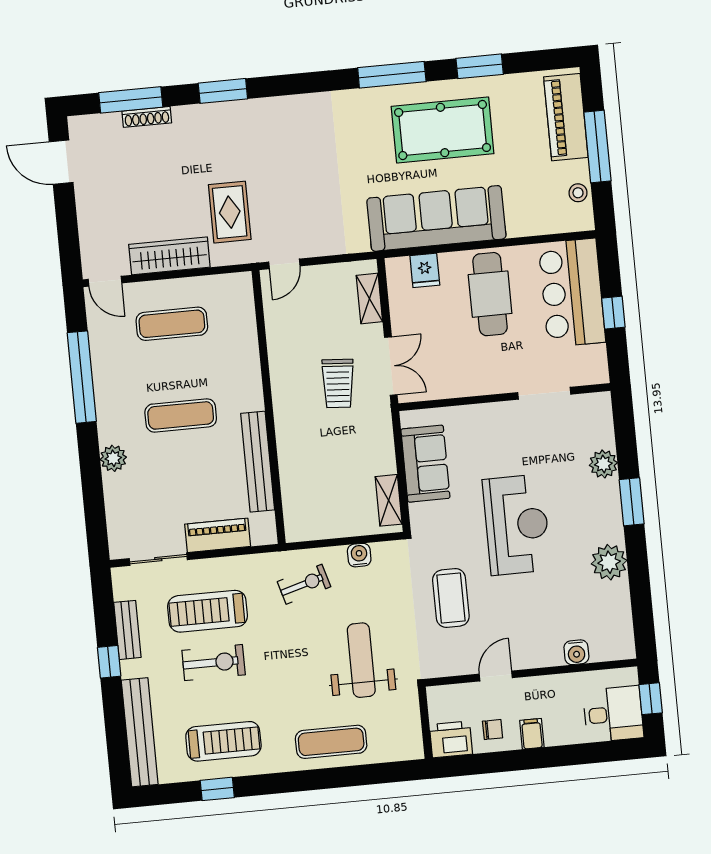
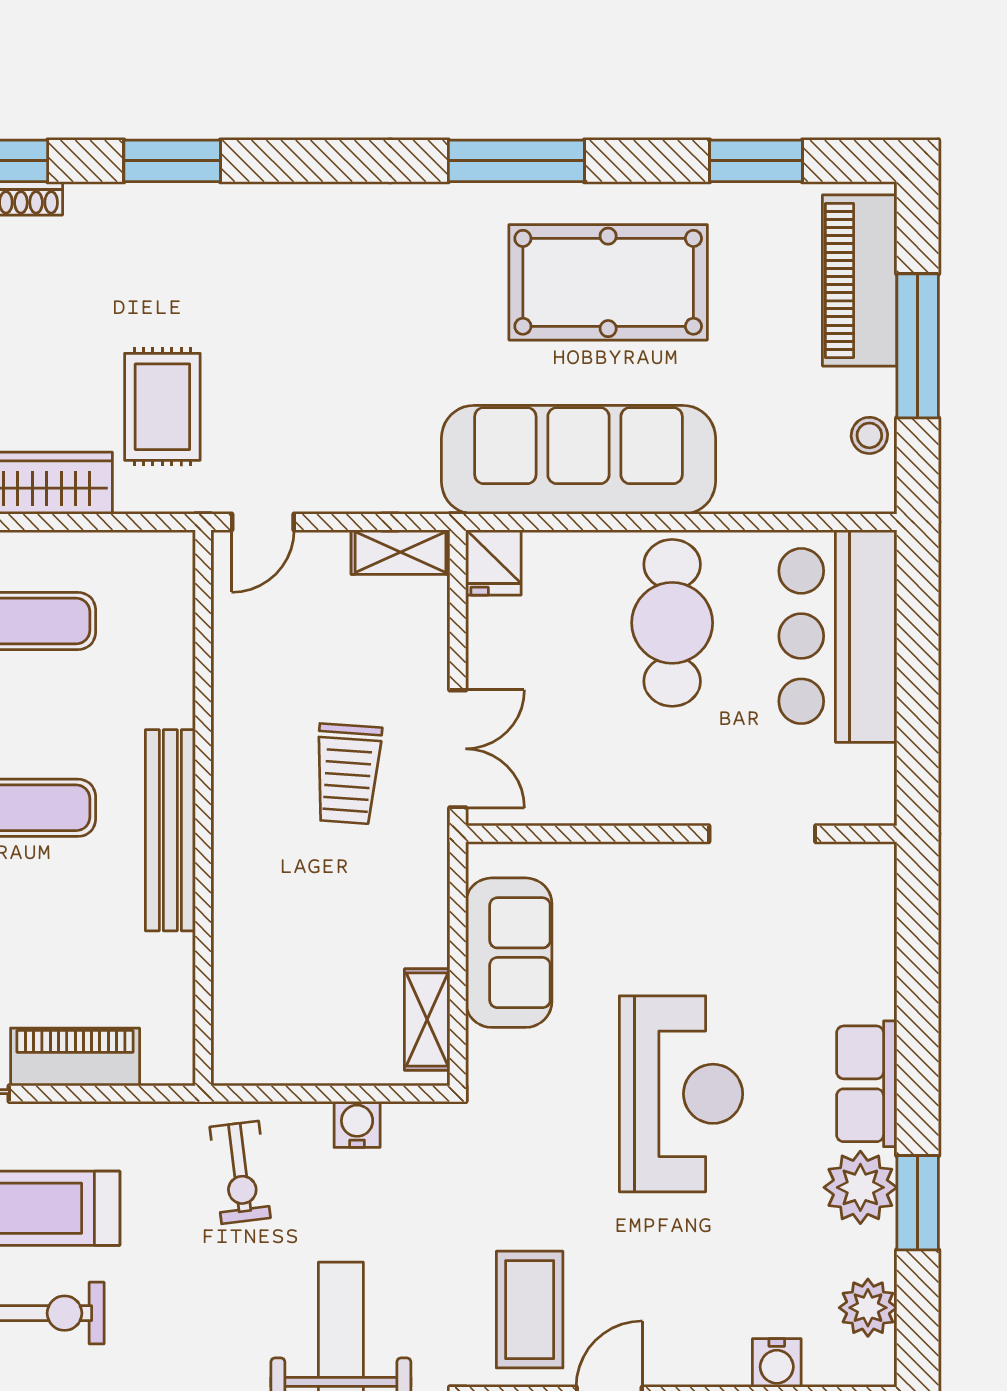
window: (480, 66) -> (756, 161), moved
fridge: (425, 270) -> (494, 562), moved
shelving: (369, 298) -> (400, 552), moved, turned 90
window: (613, 313) -> (918, 684), removed
bench: (258, 462) -> (170, 830), moved
plant: (603, 464) -> (868, 1308), moved
window: (632, 502) -> (918, 1203), moved
row of seats: (607, 511) -> (867, 1084), added
exercise bike: (304, 584) -> (240, 1172), turned 99
coffee table: (451, 598) -> (530, 1310), moved

